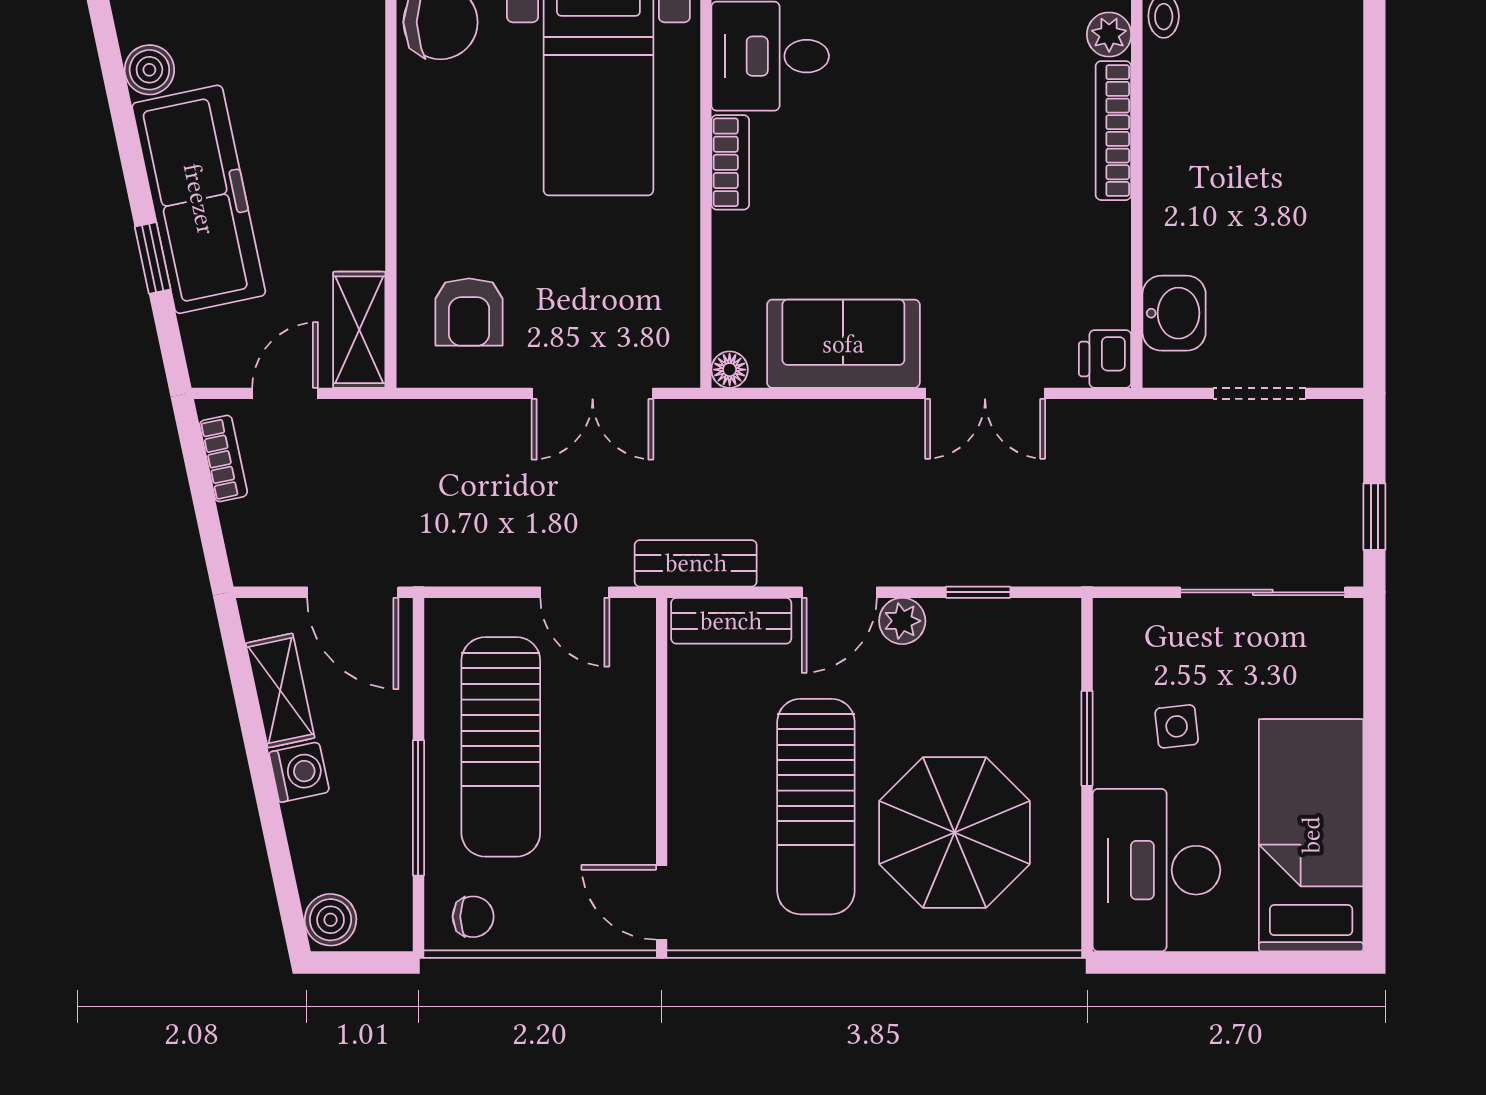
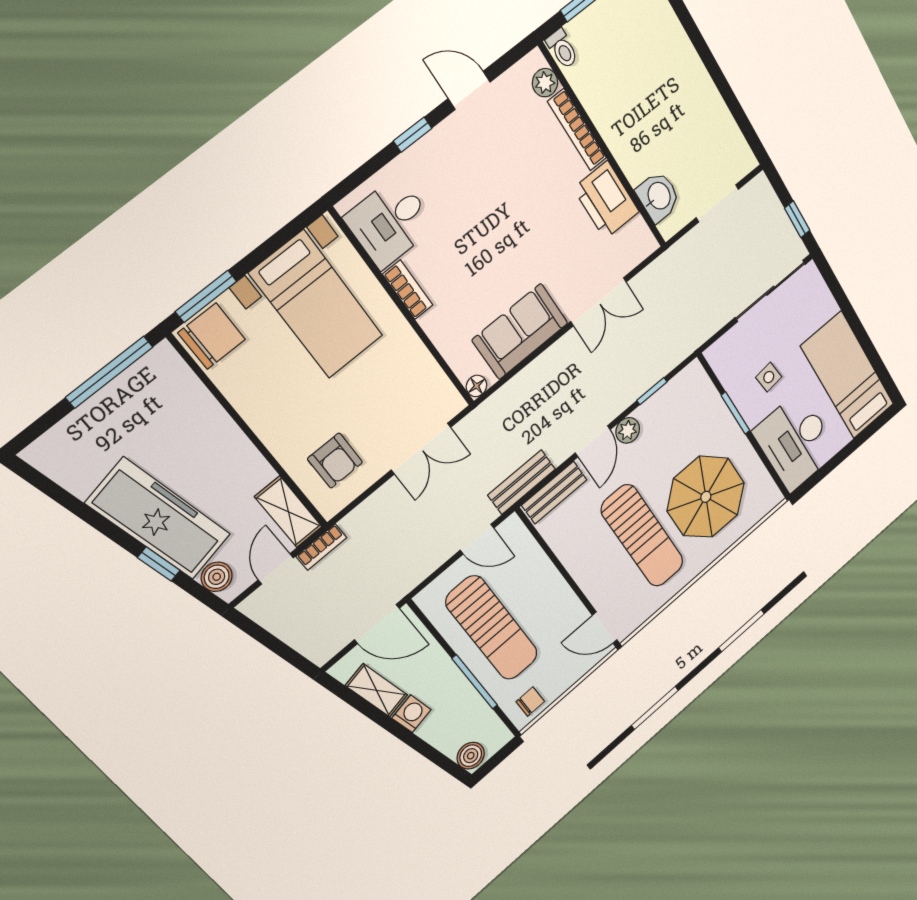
boiler: (149, 70) -> (217, 577), moved
printer: (1105, 359) -> (606, 200), moved, width x1.87, depth x1.48
bookcase: (223, 458) -> (321, 547), moved, turned 102

